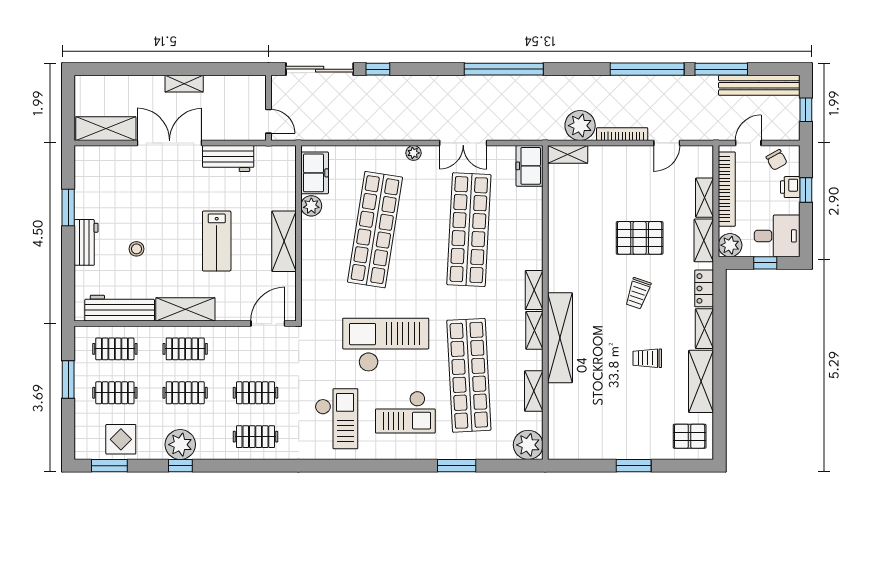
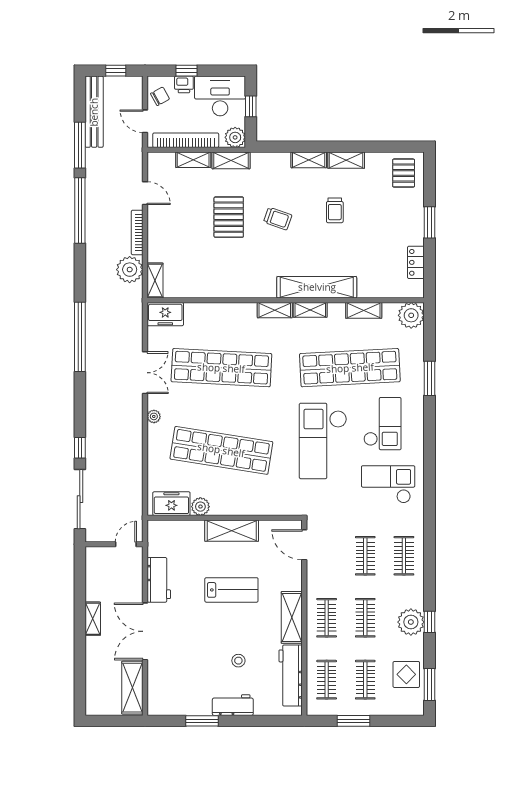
desk: (777, 236) -> (220, 96), width x1.37
locker: (704, 288) -> (416, 262), moved, turned 90
shelving: (701, 381) -> (346, 160), width x0.67, depth x0.75

